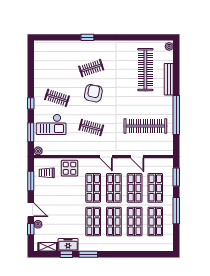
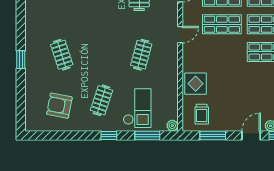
armchair: (93, 93) -> (59, 106), moved
shop shelf: (93, 188) -> (222, 52), removed

